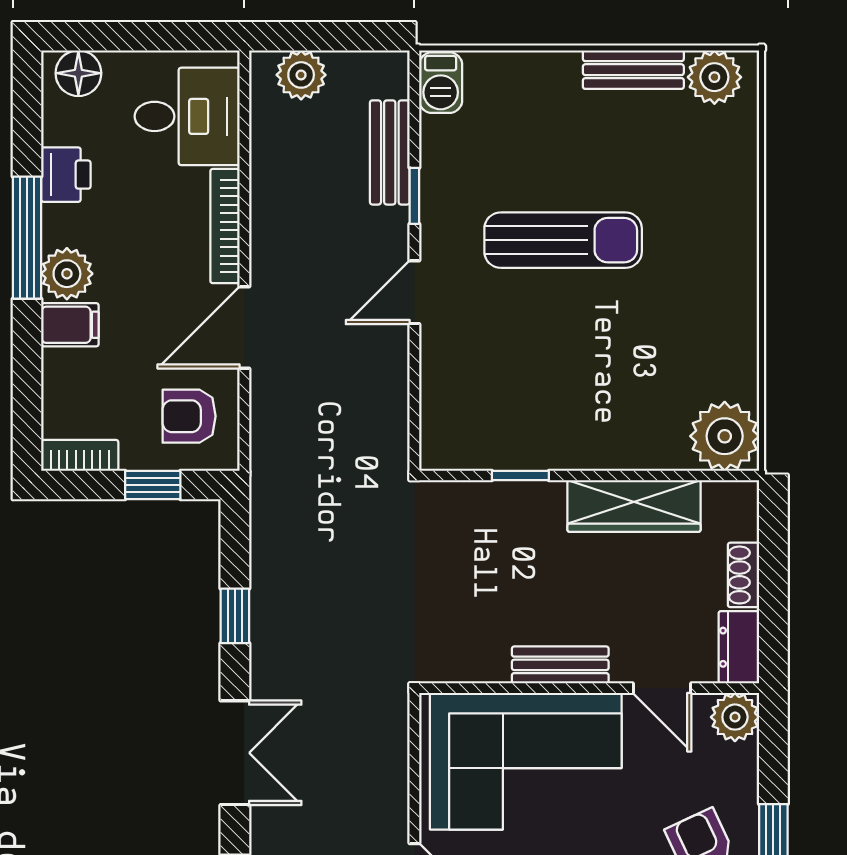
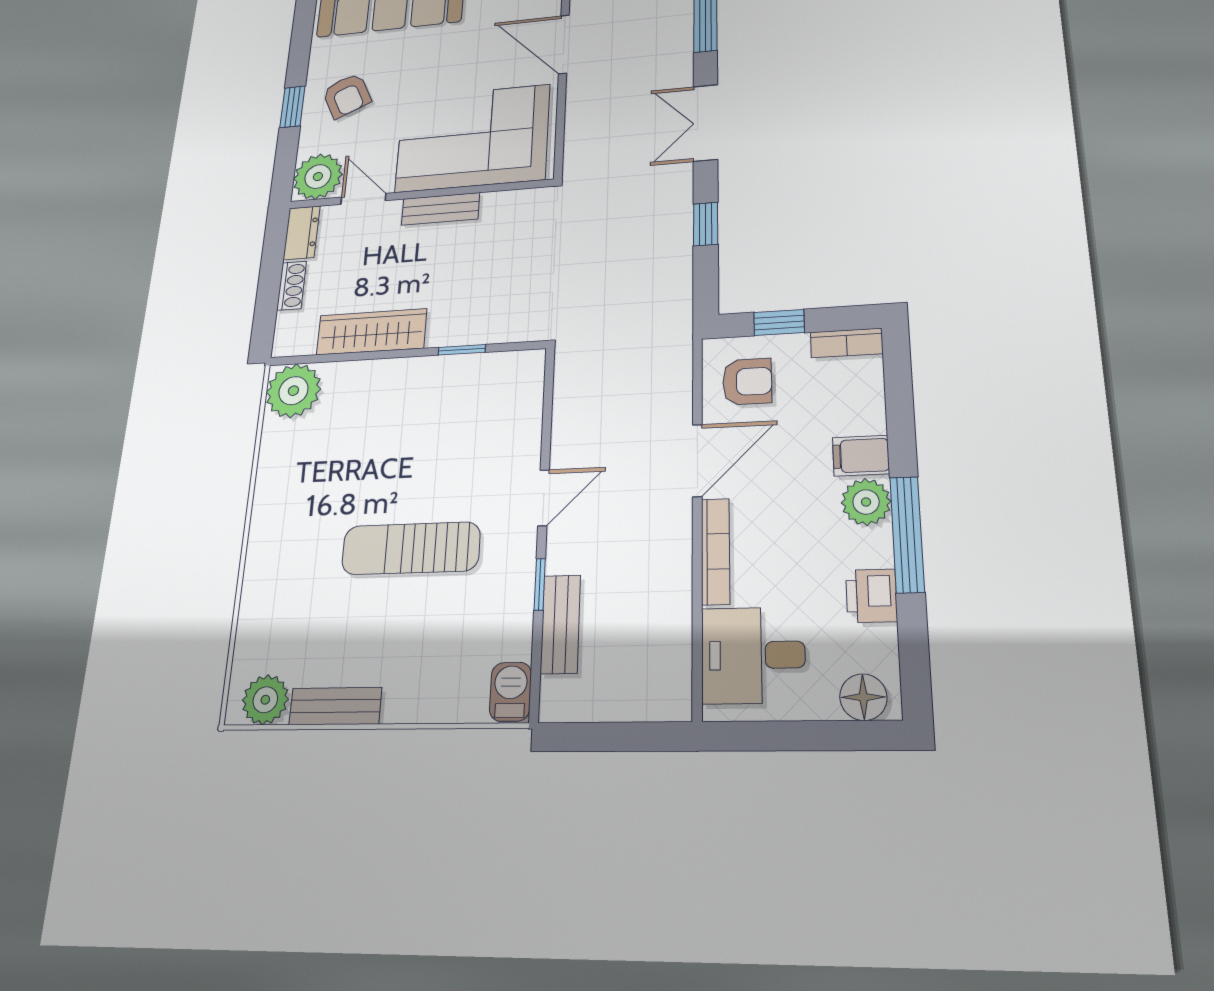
plant: (301, 75) -> (642, 698), removed
plant: (735, 717) -> (318, 177), width x1.36, depth x1.36

